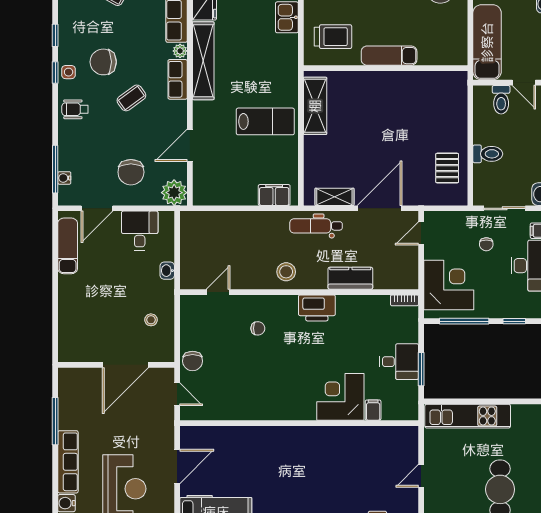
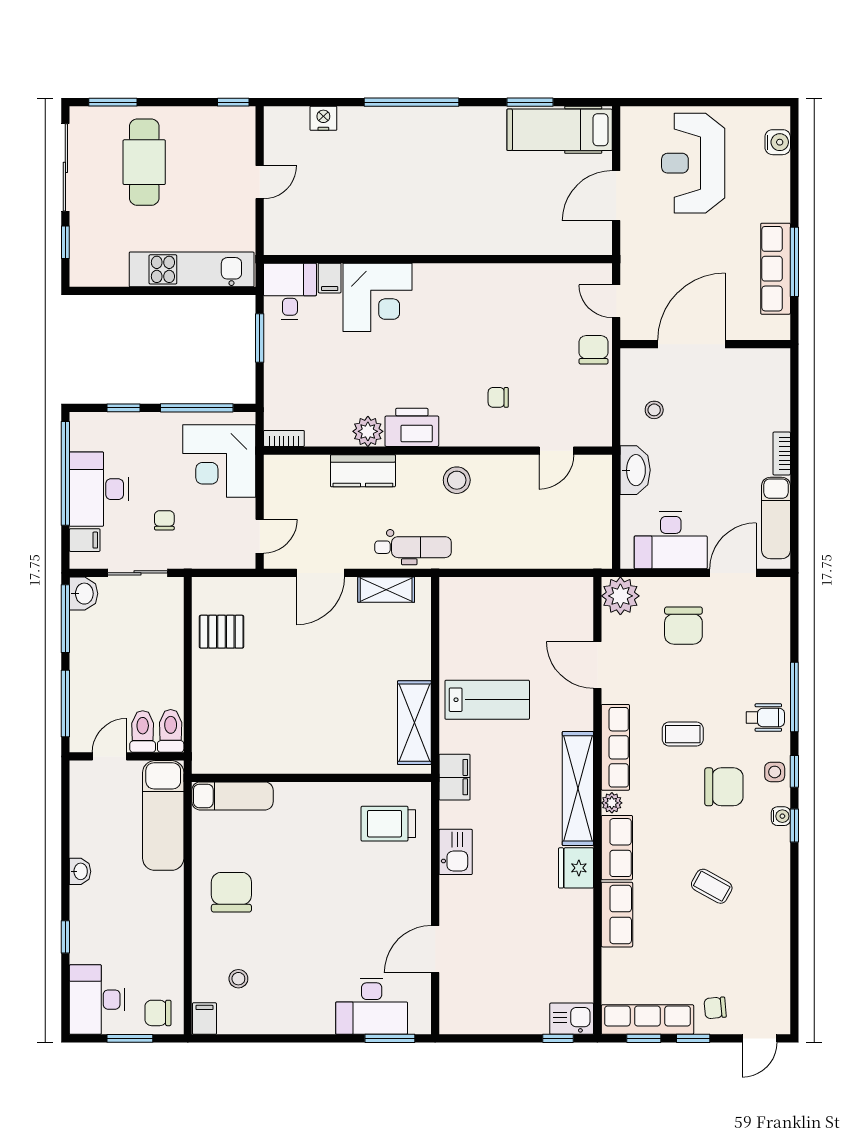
exam couch: (389, 56) -> (233, 796), moved
row of seats: (178, 79) -> (615, 747), width x1.48
door: (524, 83) -> (109, 756), hinge flipped
coffee table: (131, 98) -> (683, 734), turned 36
lab bench: (265, 121) -> (487, 700), turned 180
door: (190, 145) -> (597, 665), swing flipped
toilet: (488, 154) -> (171, 731), moved, turned 90
pallet: (447, 168) -> (221, 632), turned 90
window: (55, 169) -> (794, 697), moved
chair: (131, 172) -> (683, 626), turned 180
water cooler: (64, 178) -> (781, 816), moved
filing cabinet: (274, 195) -> (455, 777), moved, turned -90
door: (379, 208) -> (320, 573), width x0.73
desk: (140, 231) -> (671, 540), width x1.37
washbasin: (167, 271) -> (635, 470), width x1.91, depth x1.45
bookcase: (64, 290) -> (782, 453), added
plant: (347, 305) -> (368, 431), added
desk: (399, 362) -> (290, 291), moved, turned 90
row of seats: (68, 462) -> (776, 269), moved

